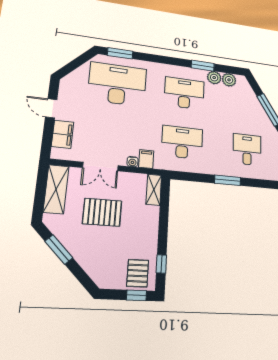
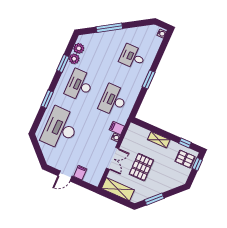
window: (120, 53) -> (47, 99), moved
filing cabinet: (63, 134) -> (80, 173), width x0.50
shelving: (154, 190) -> (159, 140), moved

